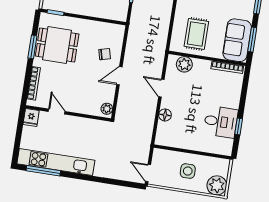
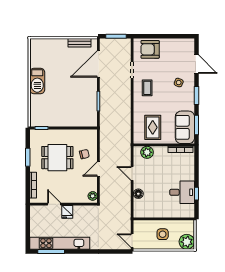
dining table: (57, 45) -> (57, 158), moved
fridge: (31, 117) -> (67, 212), moved

